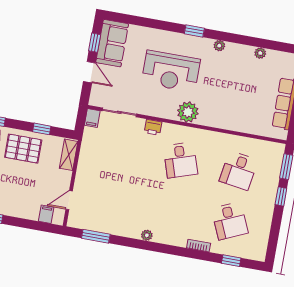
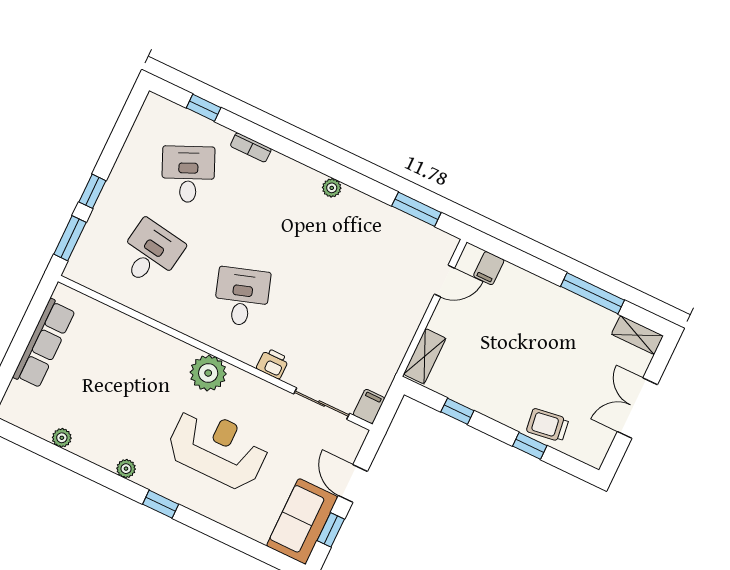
pallet: (23, 149) -> (497, 387), removed

